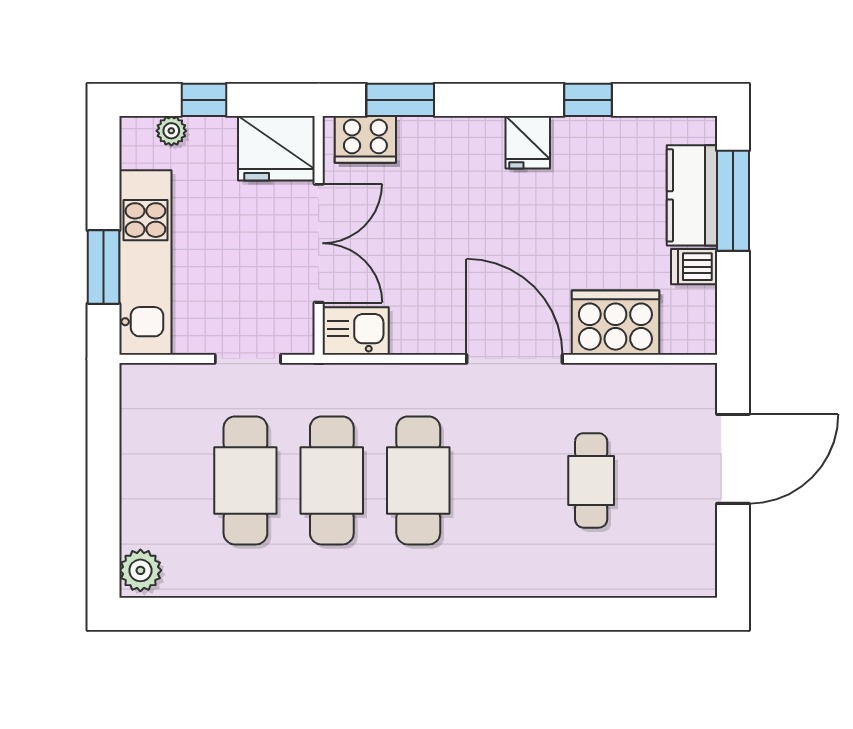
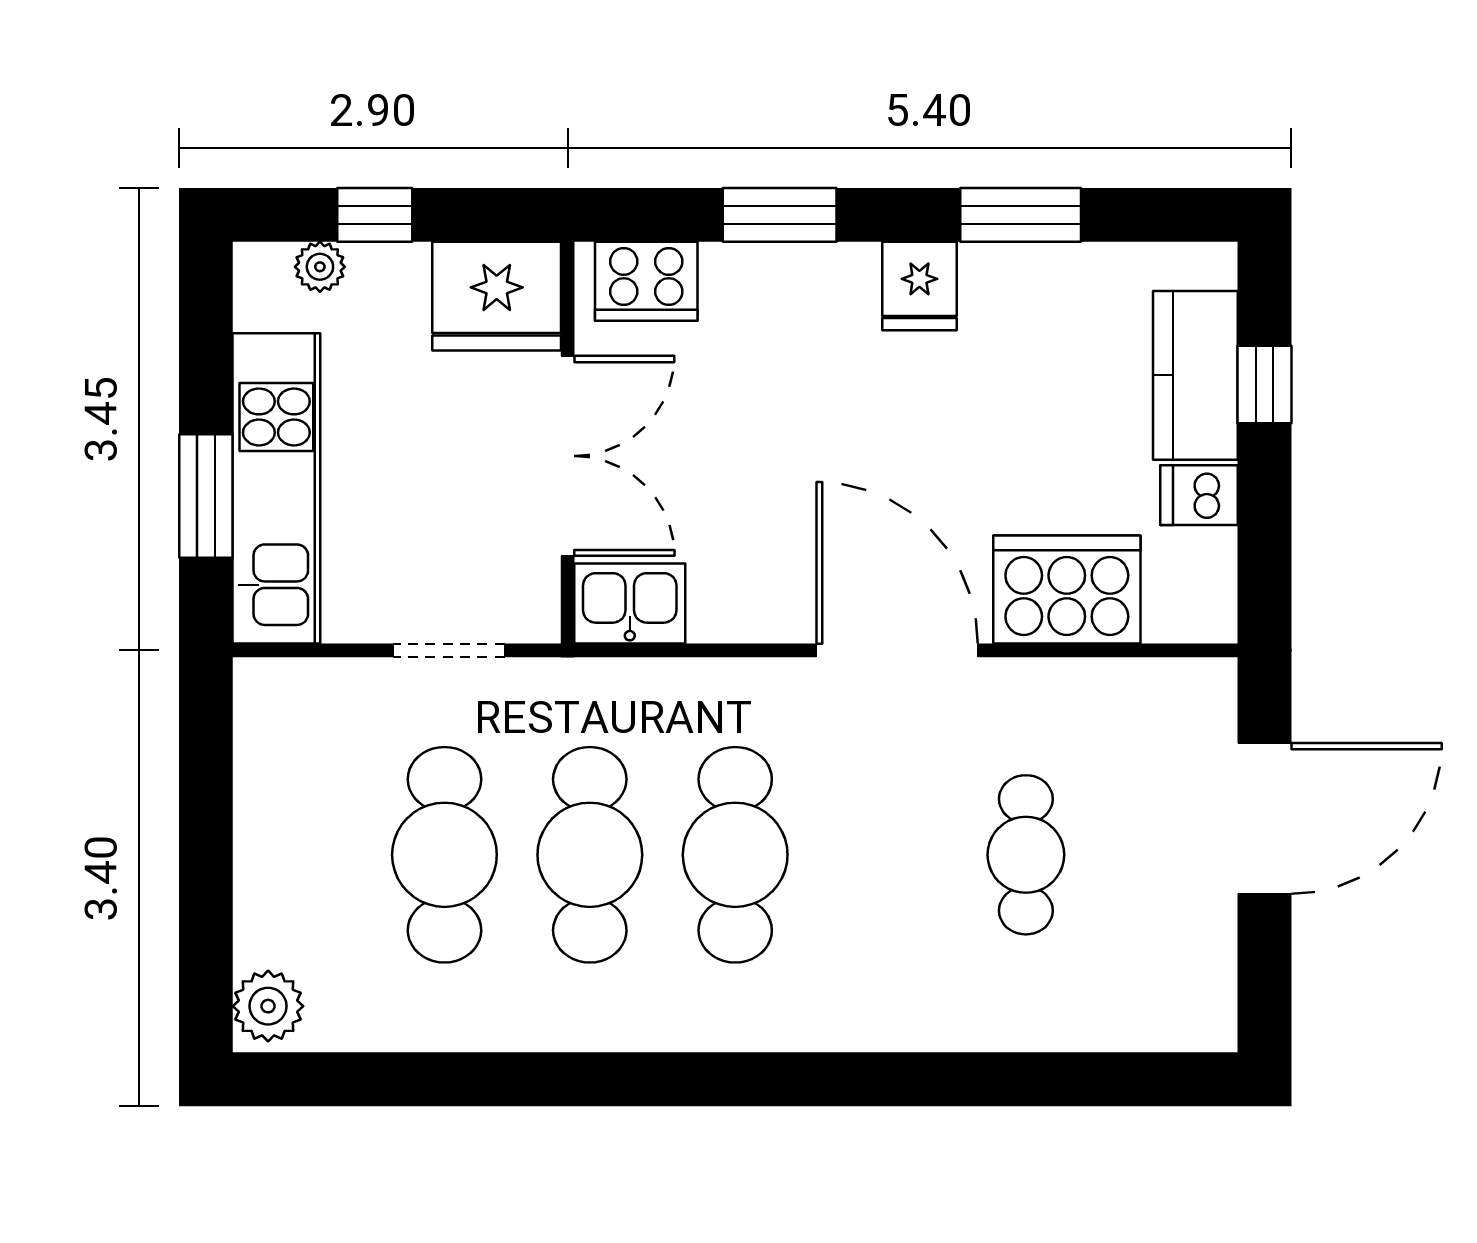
window: (400, 100) -> (780, 215), moved
window: (588, 100) -> (1021, 215), width x1.50
window: (733, 201) -> (1264, 385), width x0.46

